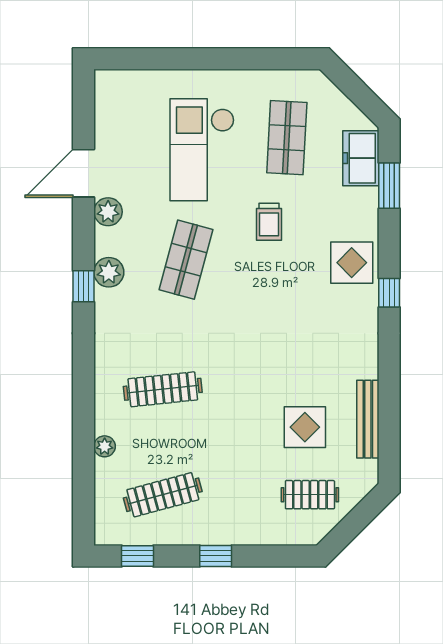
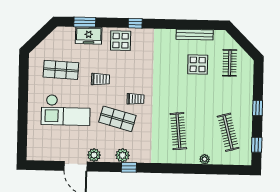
freezer: (361, 158) -> (89, 36), moved
trolley: (229, 297) -> (136, 99), added

